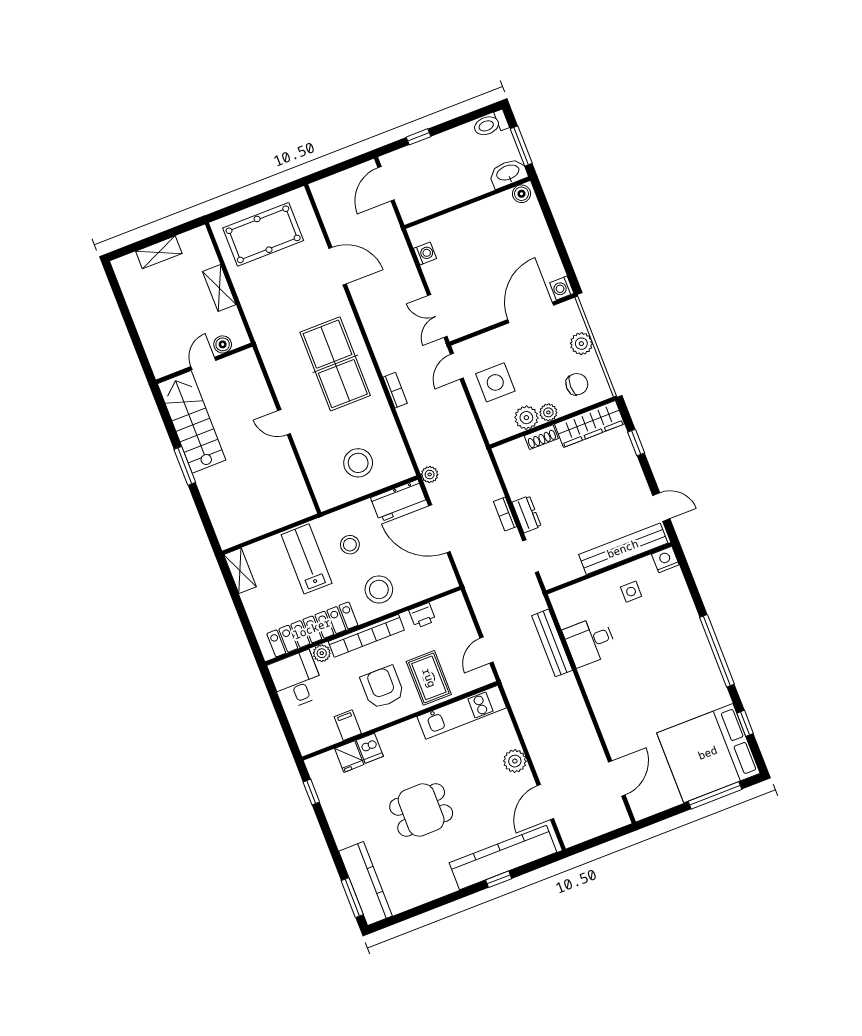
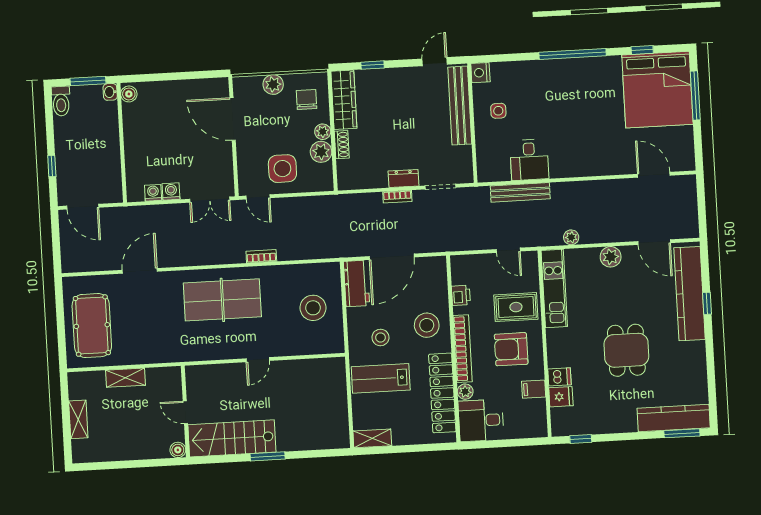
washbasin: (508, 173) -> (110, 92), width x0.52, depth x0.69
washing machine: (562, 288) -> (171, 191), moved, turned 180
boiler: (223, 344) -> (178, 450), moved
plant: (430, 474) -> (571, 237), moved

